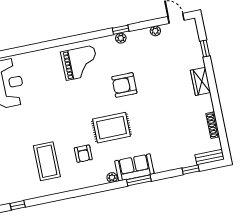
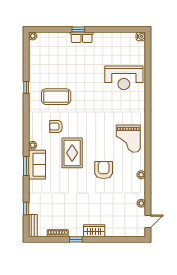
window: (121, 30) -> (148, 176), removed
window: (205, 49) -> (76, 239), moved
window: (18, 205) -> (26, 87), moved

